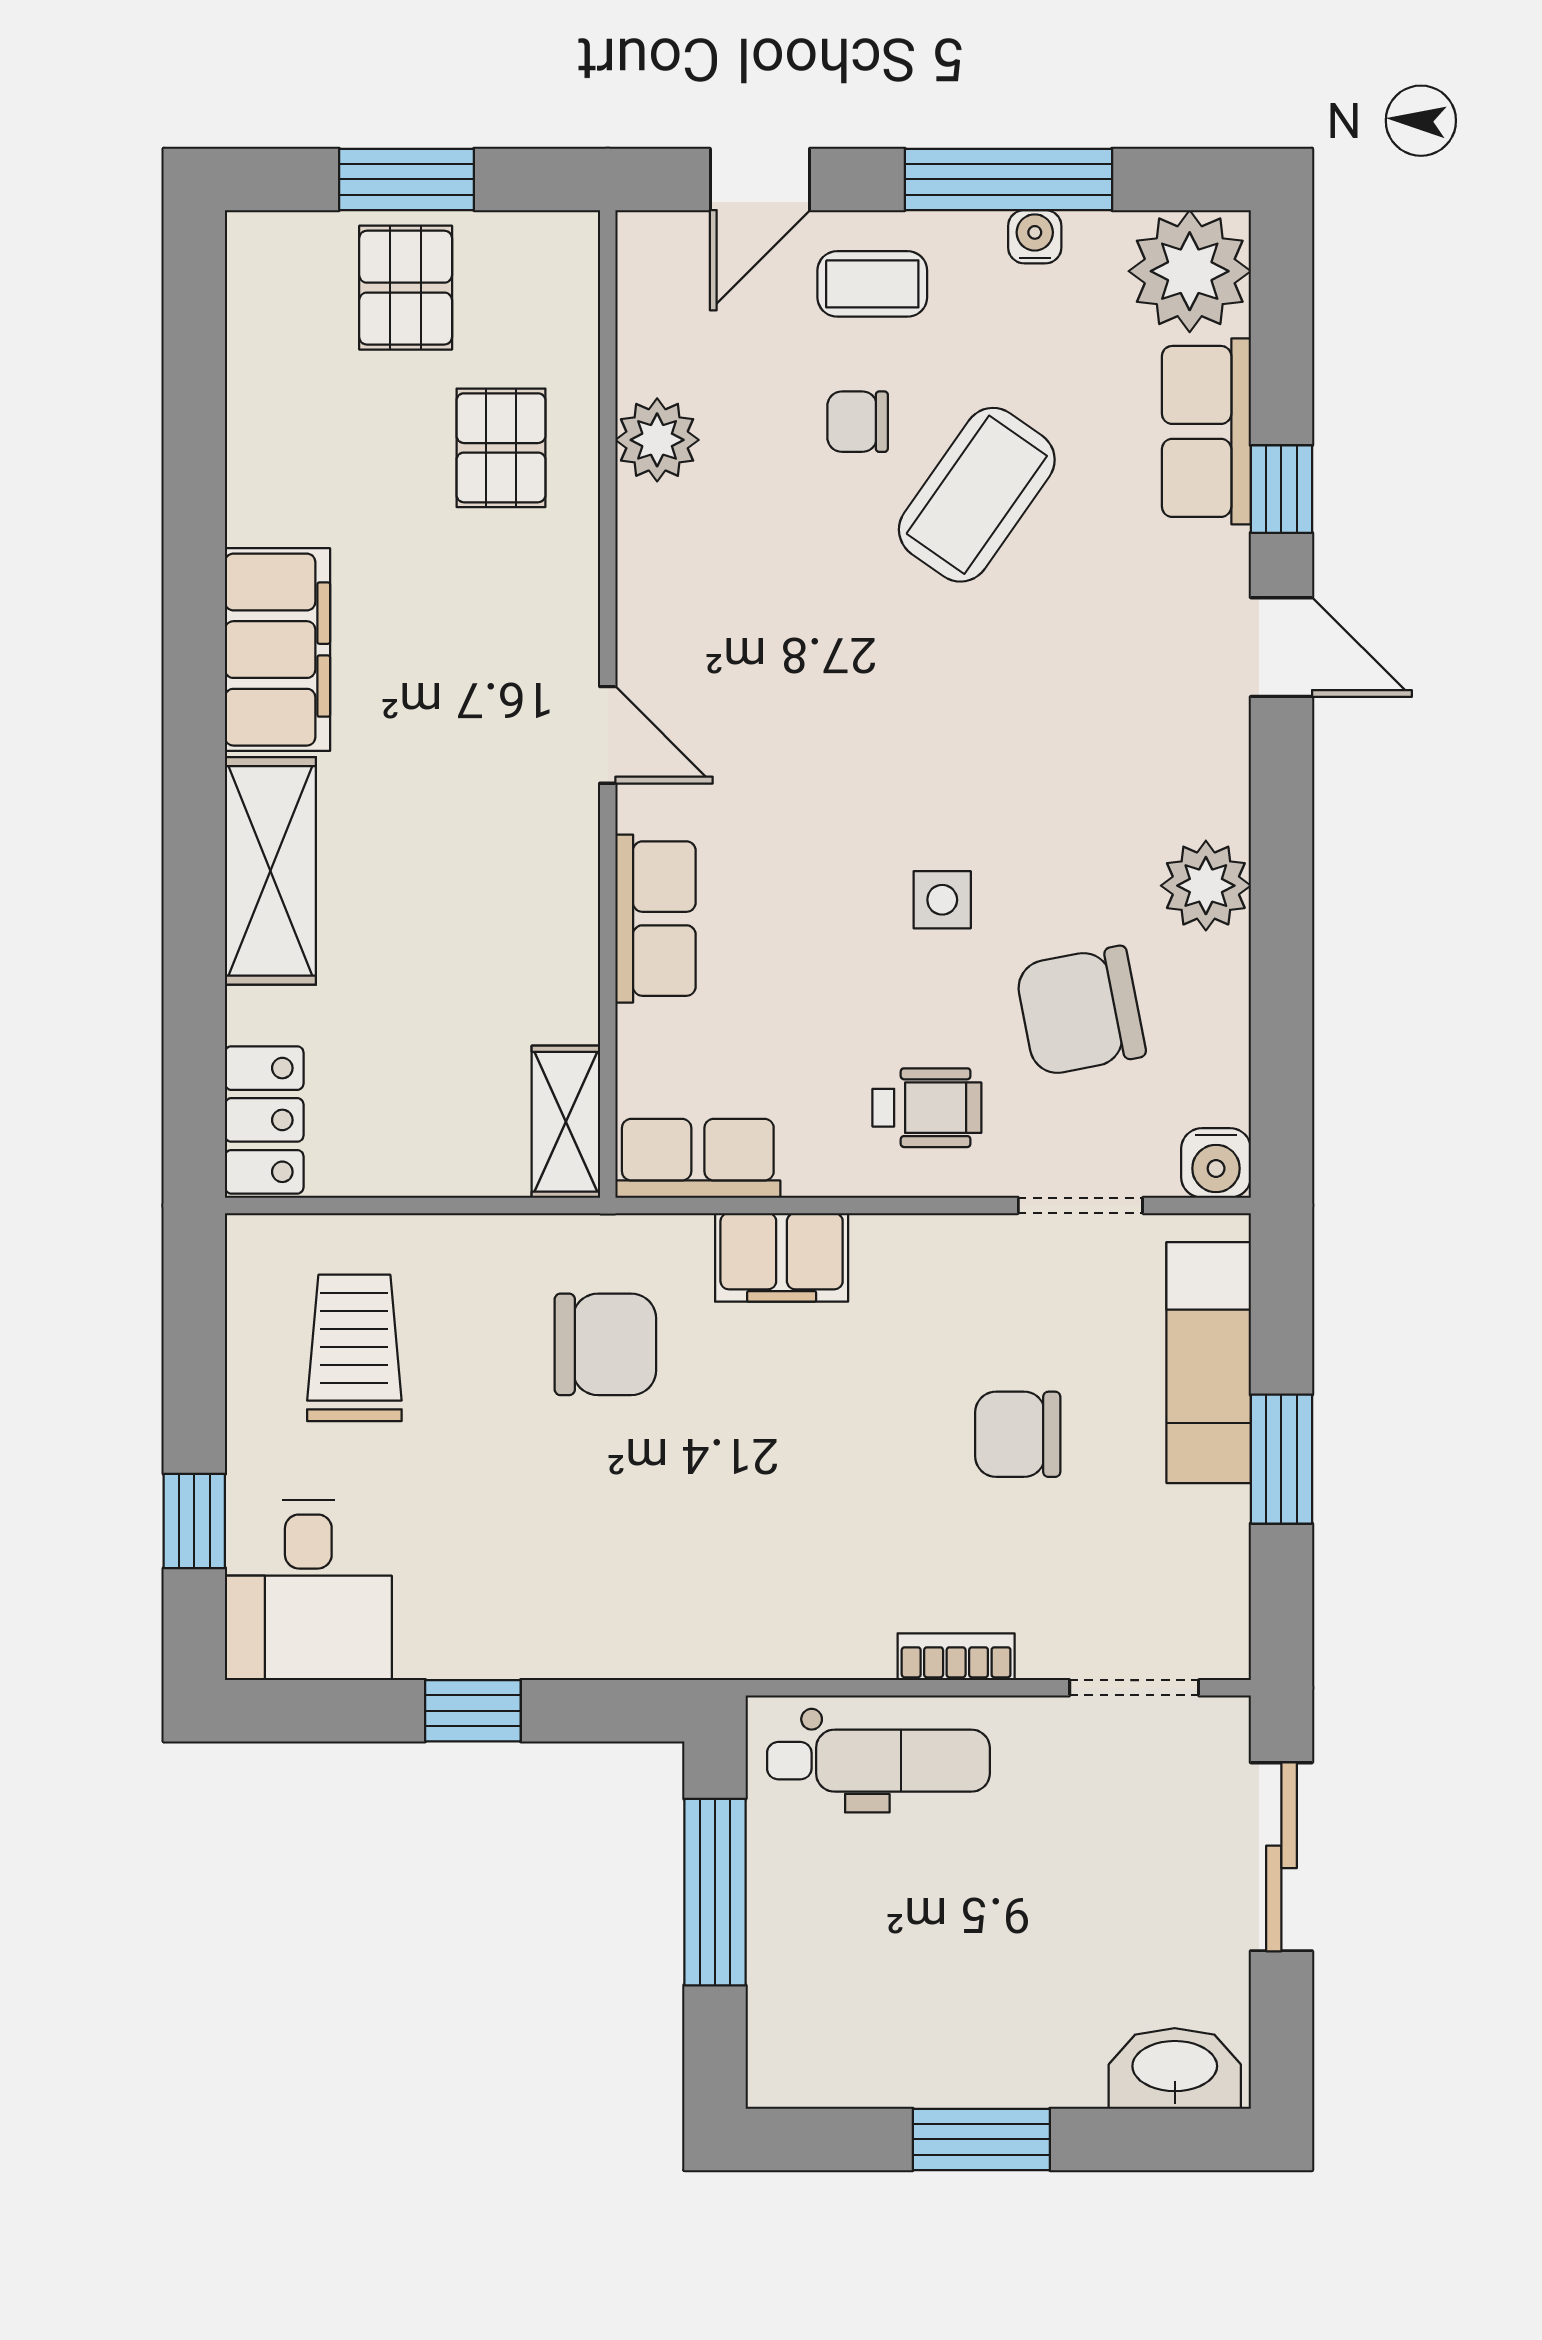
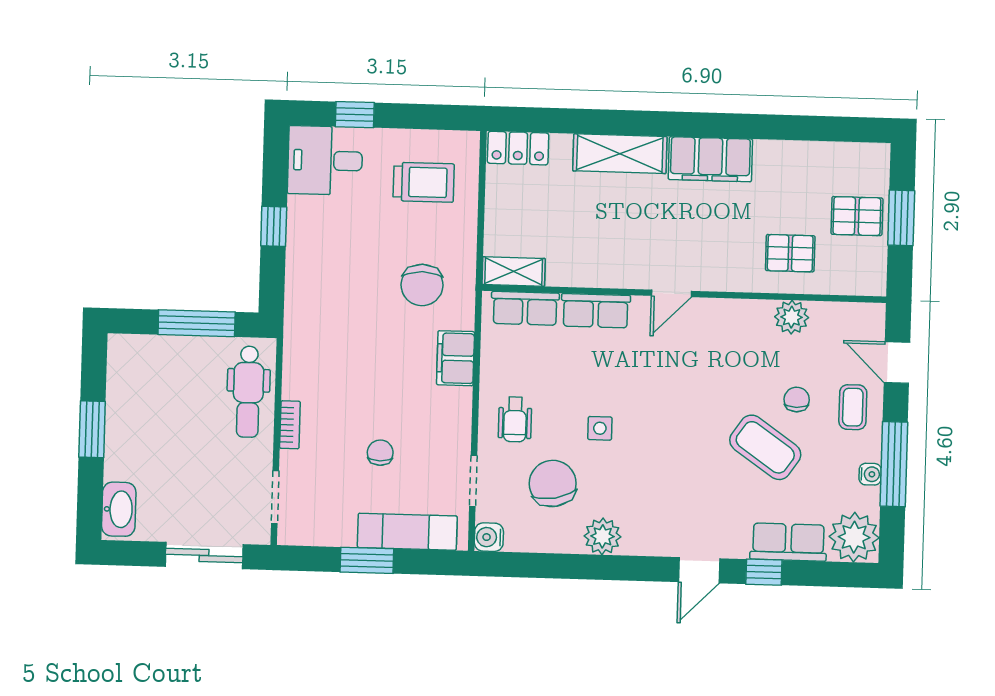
row of seats: (698, 1158) -> (525, 308), moved, turned 90
chair: (1018, 1434) -> (380, 453), width x0.73, depth x0.73

